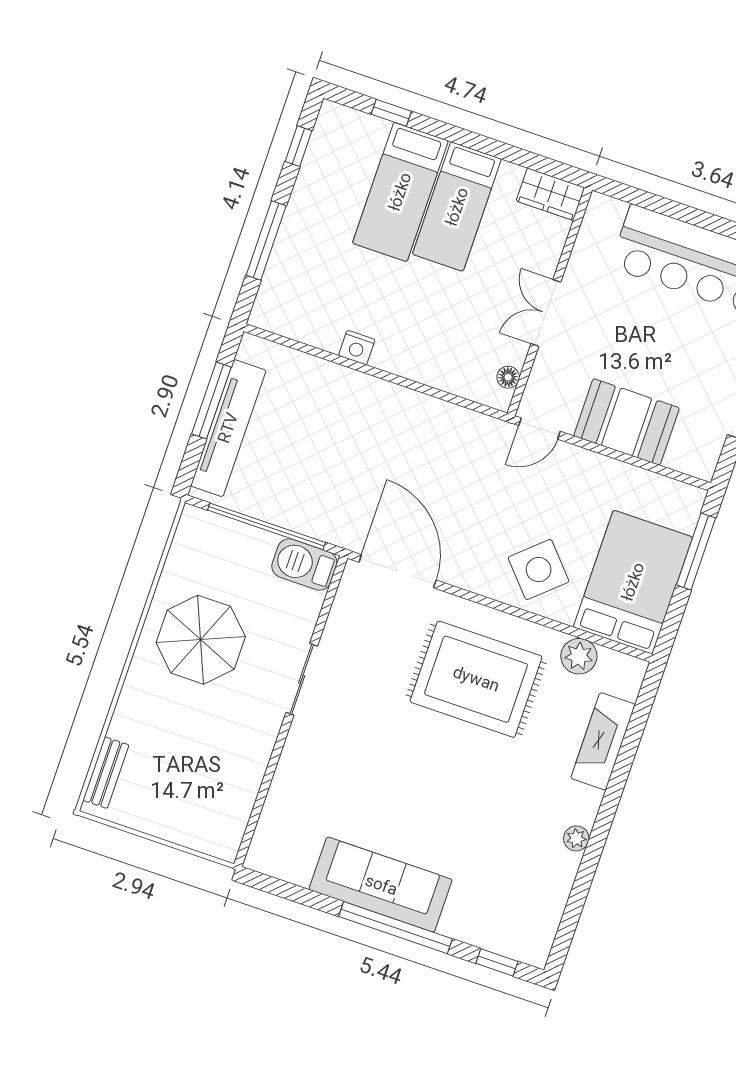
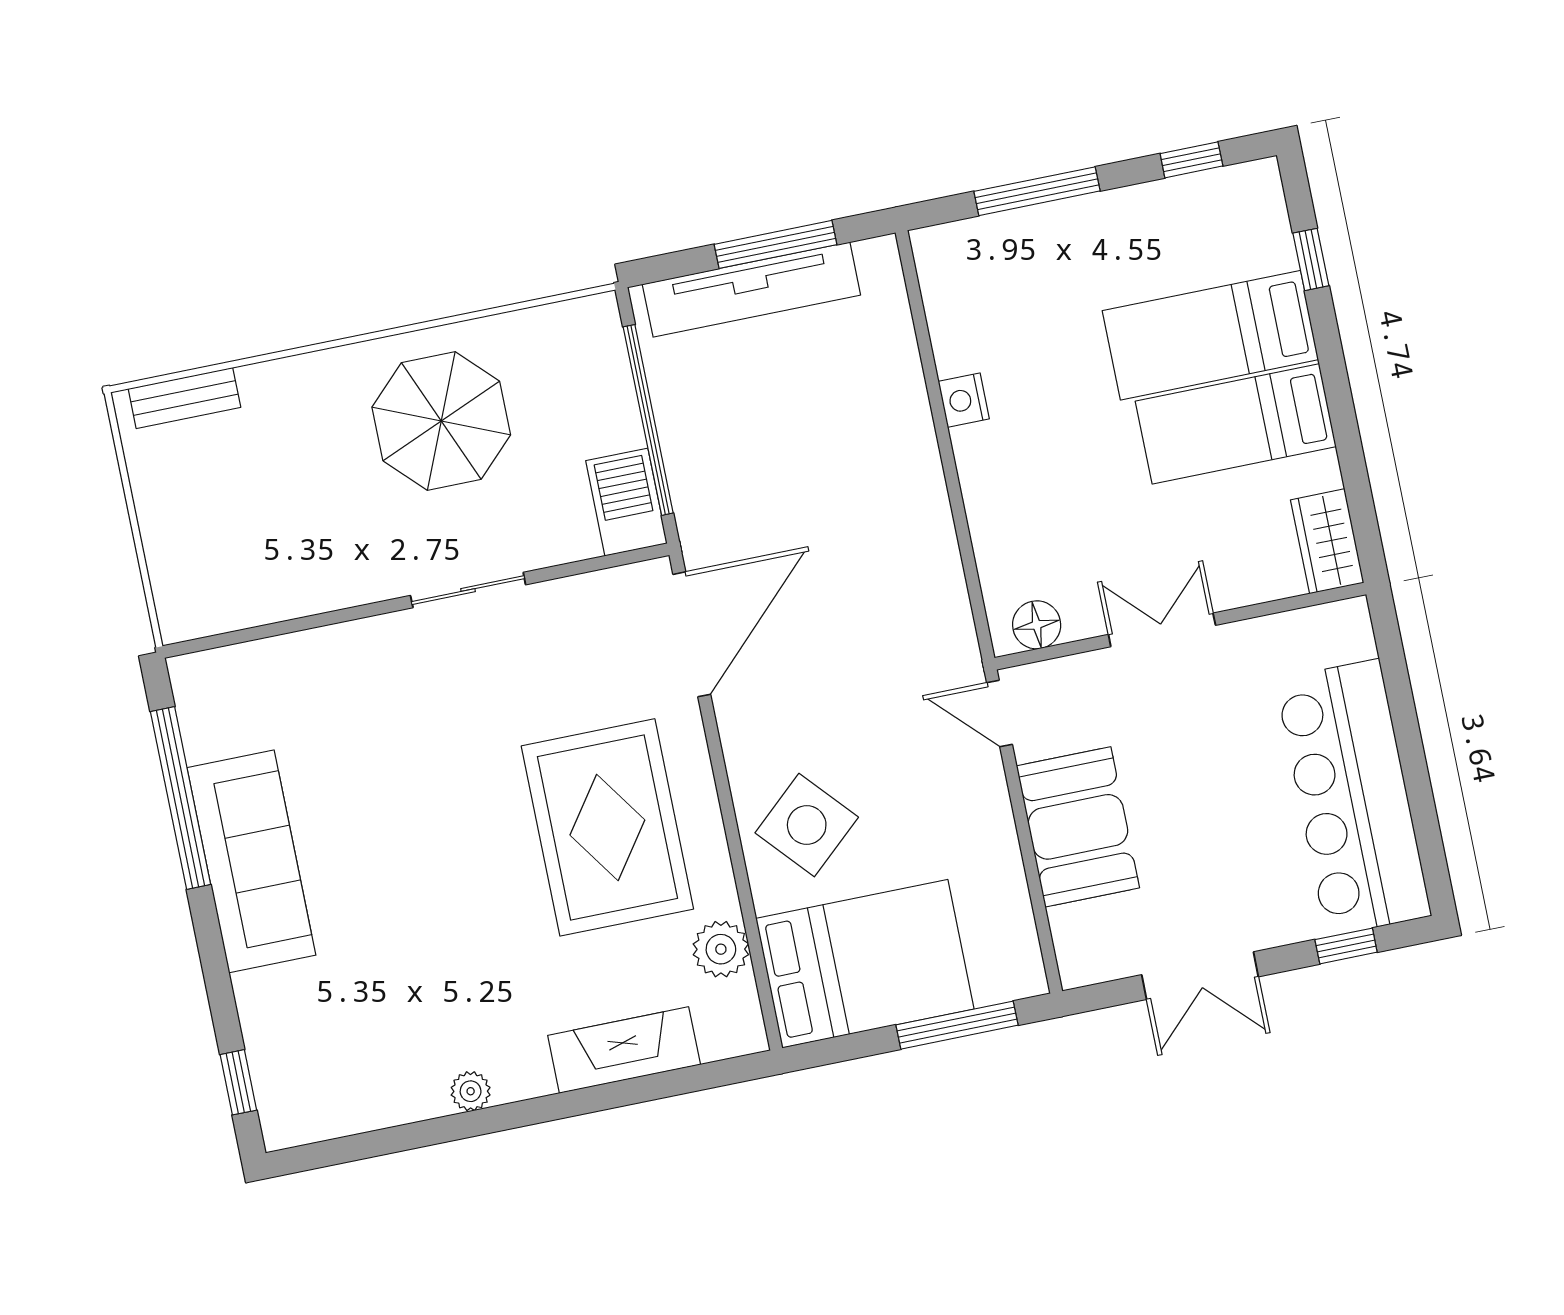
floor lamp: (508, 377) -> (1037, 625), width x1.37, depth x1.37
window: (395, 928) -> (181, 798), moved

